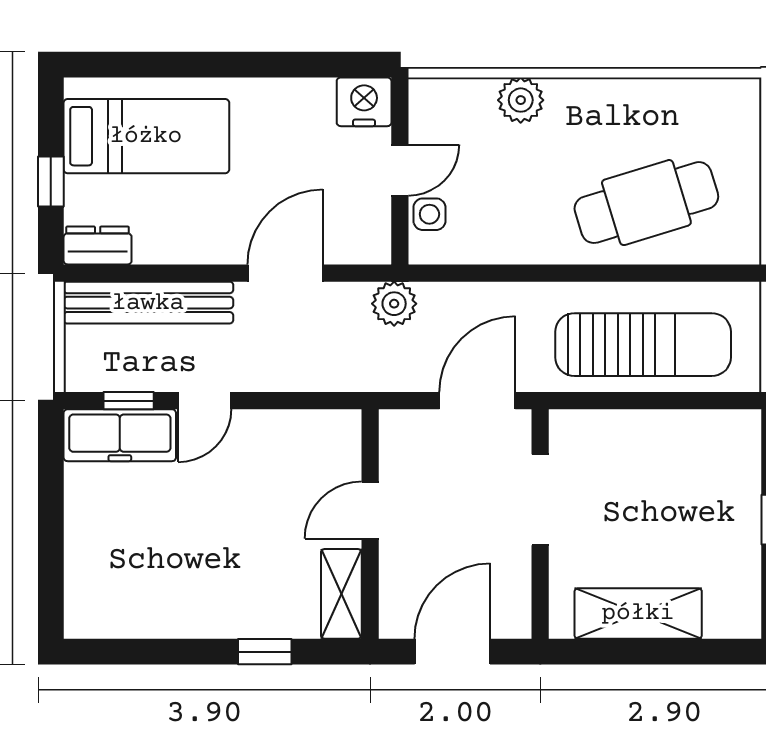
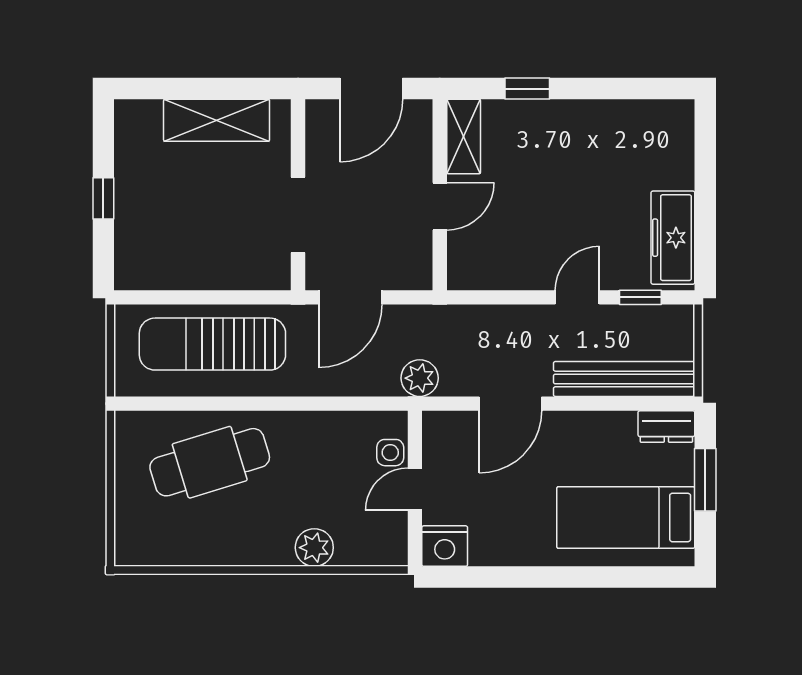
window: (51, 182) -> (705, 480), width x1.50
freezer: (120, 435) -> (673, 238), moved, turned -90

